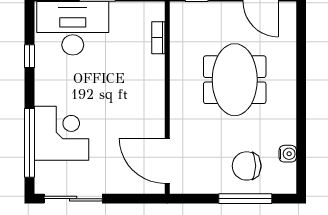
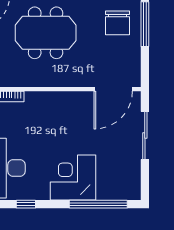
corner desk: (61, 133) -> (73, 177), moved
sliding door: (73, 199) -> (145, 135), moved

